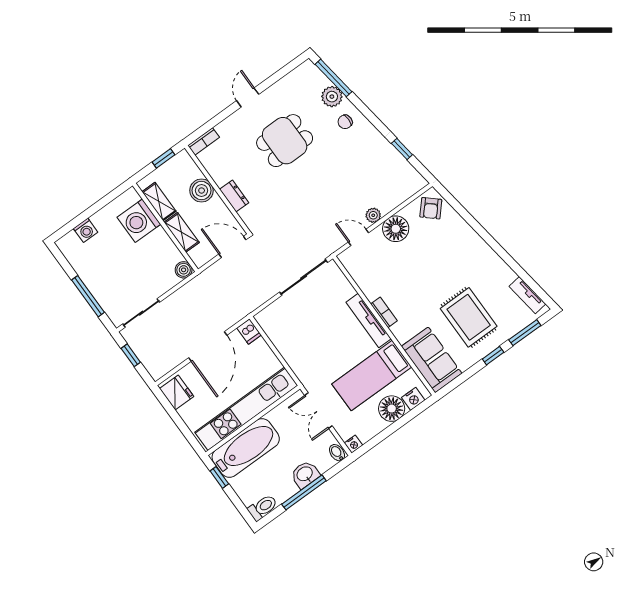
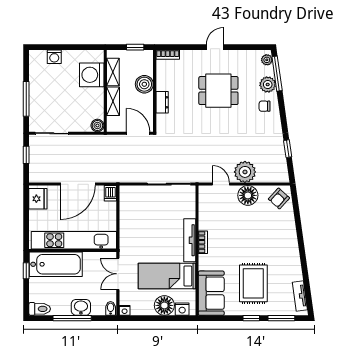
plant: (312, 71) -> (267, 60), added
plant: (373, 215) -> (245, 172), width x1.88, depth x1.88

